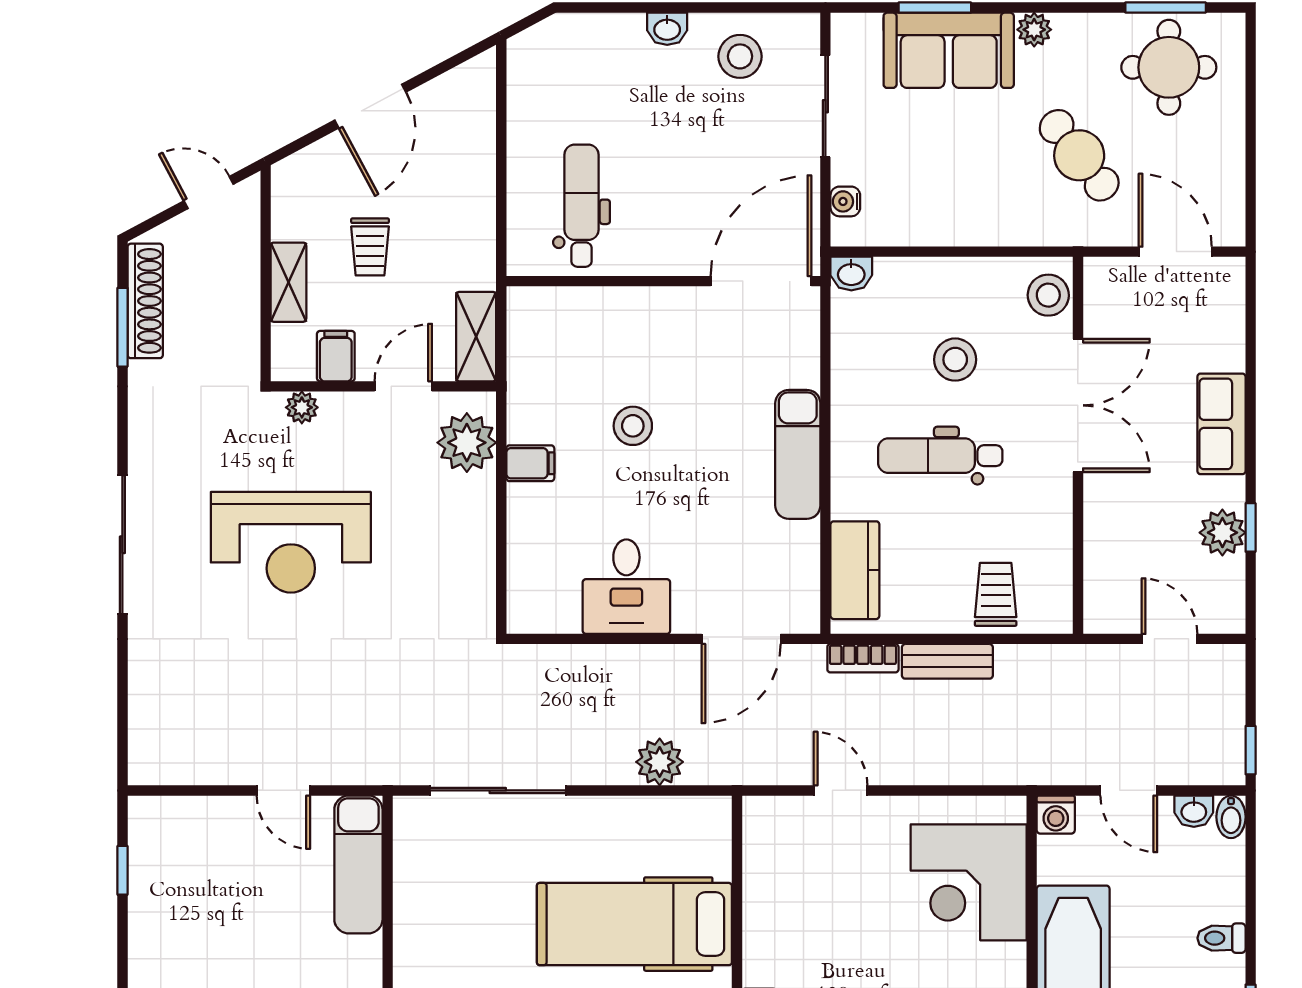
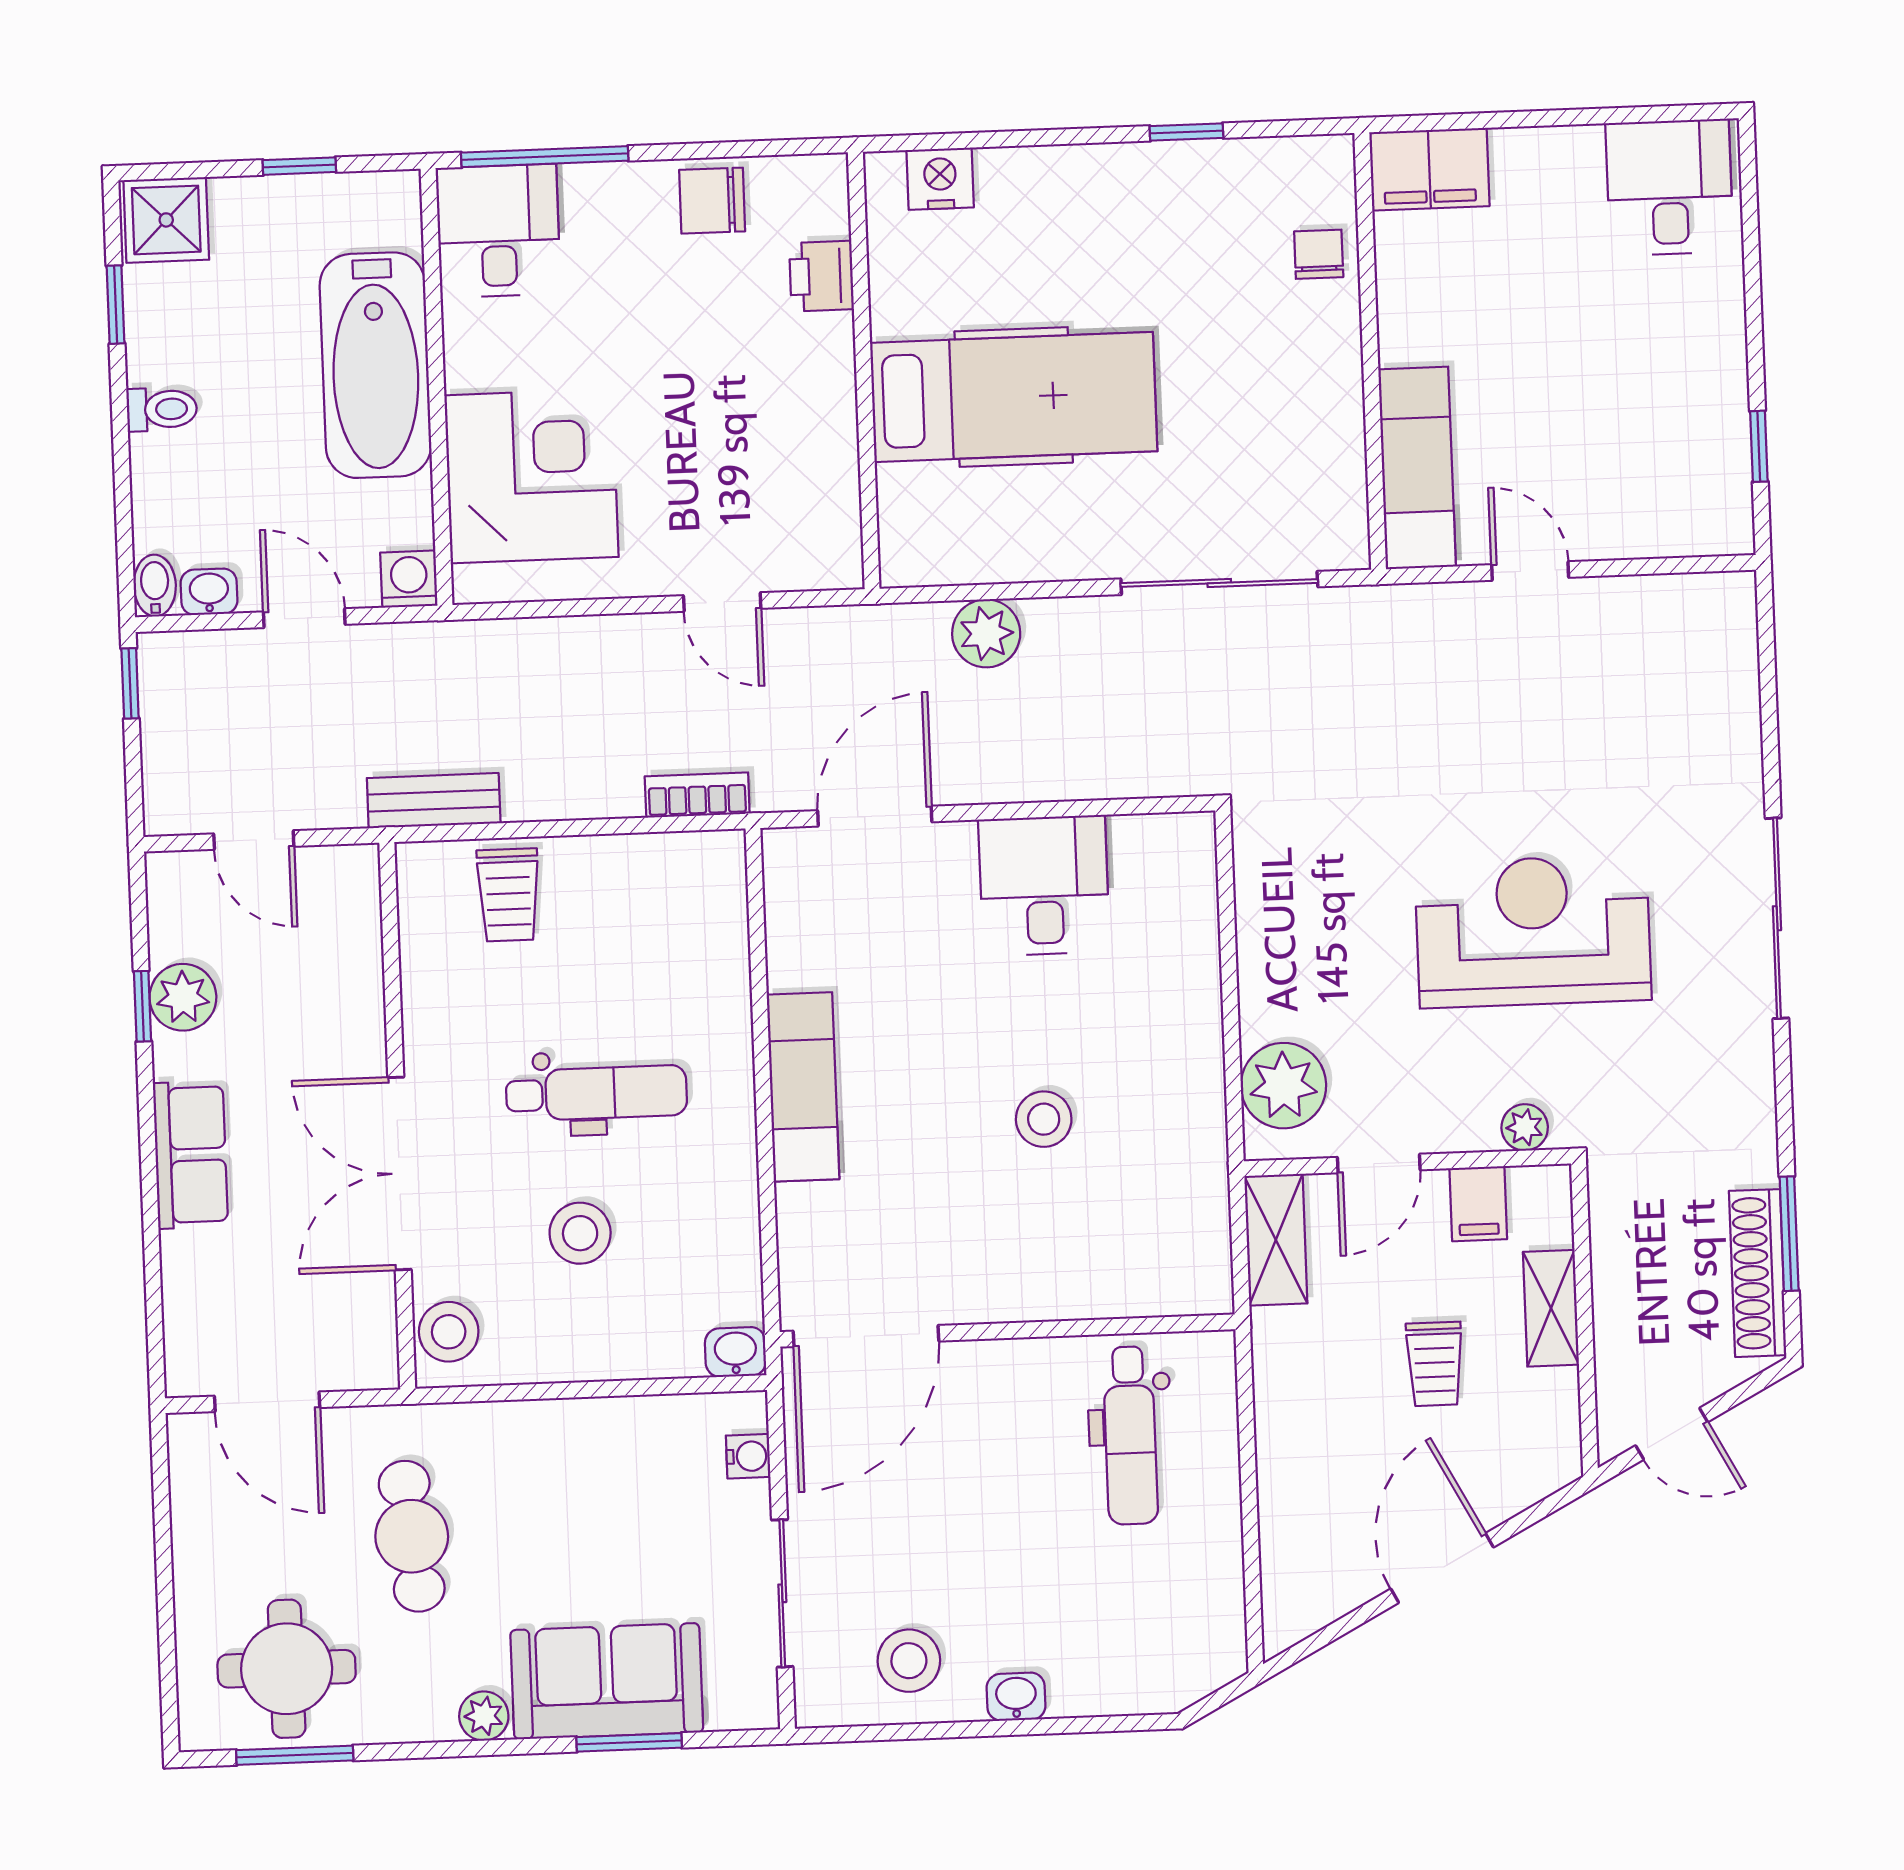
cafe table: (1079, 155) -> (412, 1536), turned 32
trolley: (370, 247) -> (1435, 1364), turned 180
filing cabinet: (530, 463) -> (1190, 1059), removed
kitchen counter: (855, 570) -> (714, 922), removed
bench: (947, 661) -> (434, 801), moved

